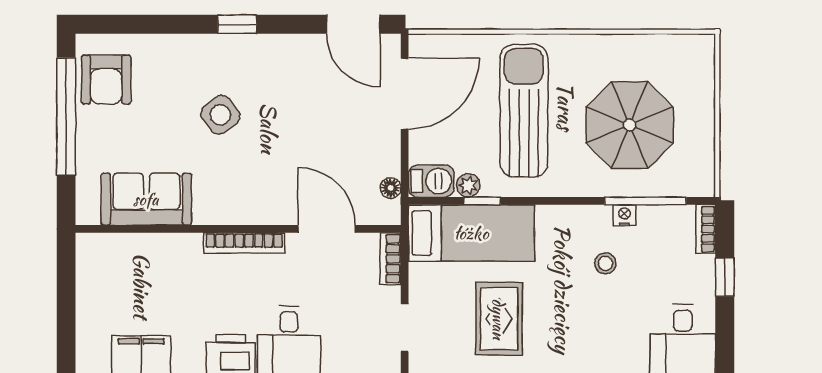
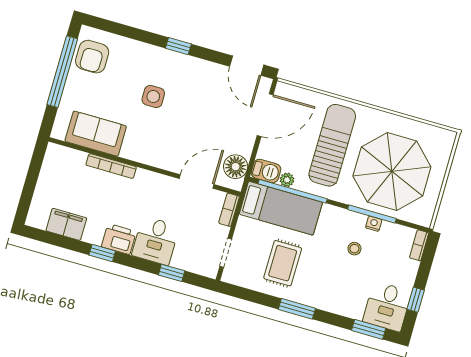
side table: (220, 115) -> (153, 97), turned 37
parasol: (630, 125) -> (392, 171), width x1.36, depth x1.36
floor lamp: (391, 188) -> (236, 167), width x1.89, depth x1.89
window: (482, 201) -> (293, 191), width x3.17
window: (645, 201) -> (372, 214), moved
door: (327, 229) -> (197, 182), hinge flipped
bookcase: (244, 243) -> (111, 166), moved
window: (725, 277) -> (416, 300), moved

